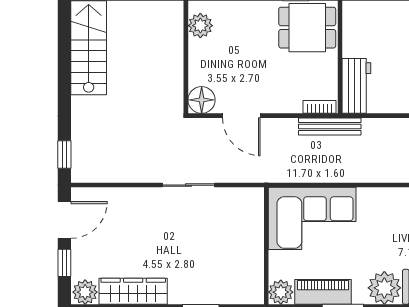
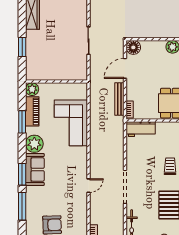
bench: (330, 126) -> (119, 99), moved
corner sofa: (312, 218) -> (71, 123), moved

